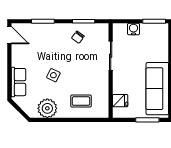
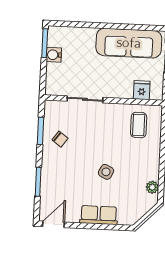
water cooler: (134, 29) -> (54, 55), moved
row of seats: (18, 82) -> (99, 215), moved
coffee table: (81, 101) -> (139, 125), moved
plant: (47, 108) -> (152, 187), width x0.53, depth x0.53

